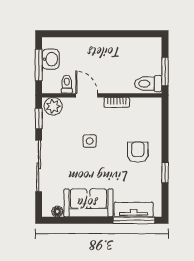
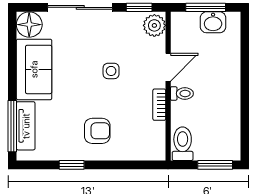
window: (165, 71) -> (215, 165), moved
toilet: (67, 84) -> (182, 94), moved
floor lamp: (57, 212) -> (29, 25), width x1.89, depth x1.89

